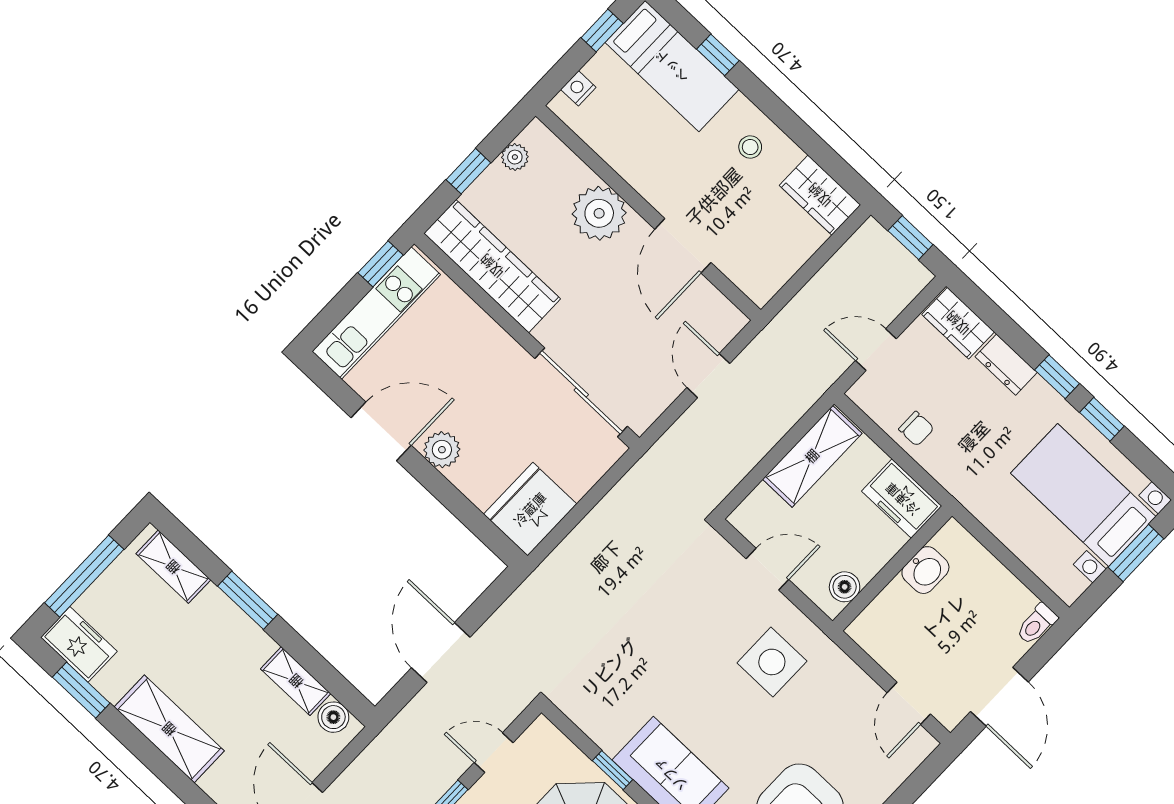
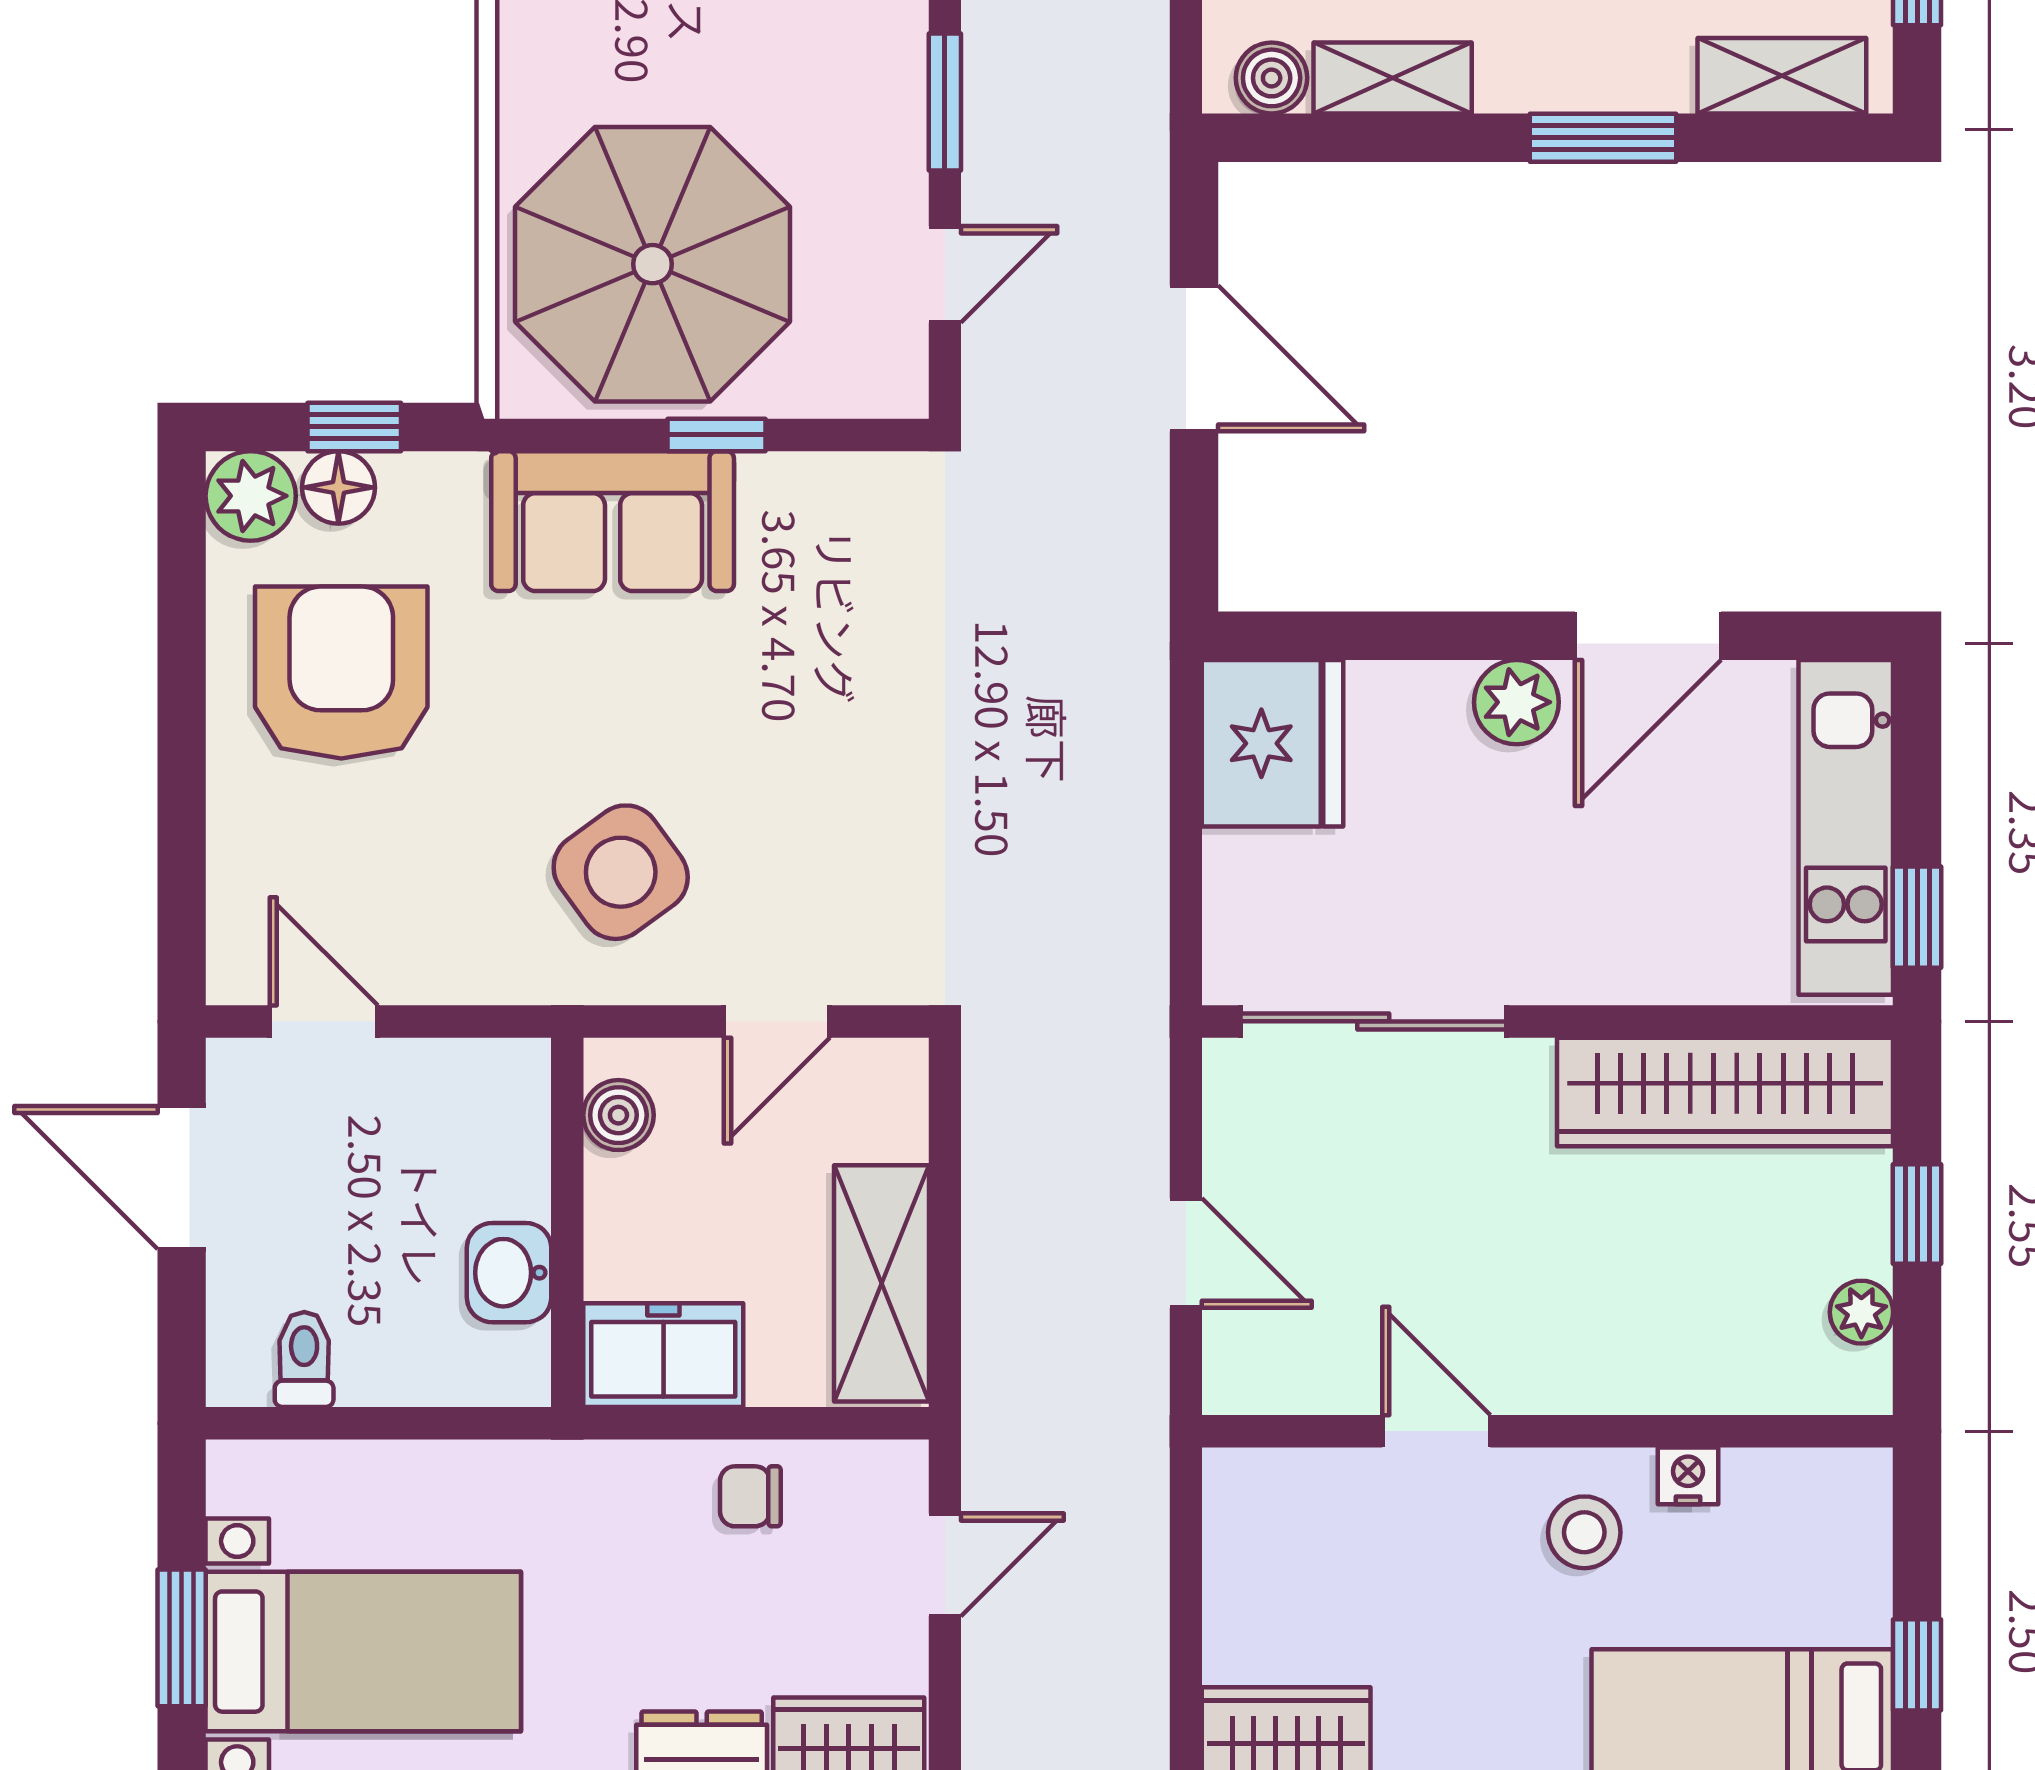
nightstand: (578, 88) -> (1688, 1476), moved, turned -90
stool: (750, 147) -> (1584, 1532), moved, width x1.37, depth x1.37
plant: (599, 213) -> (1629, 1352), removed
door: (683, 246) -> (1436, 1431), width x0.73
toilet: (1037, 624) -> (304, 1359), moved
side table: (772, 662) -> (621, 872), turned -36

